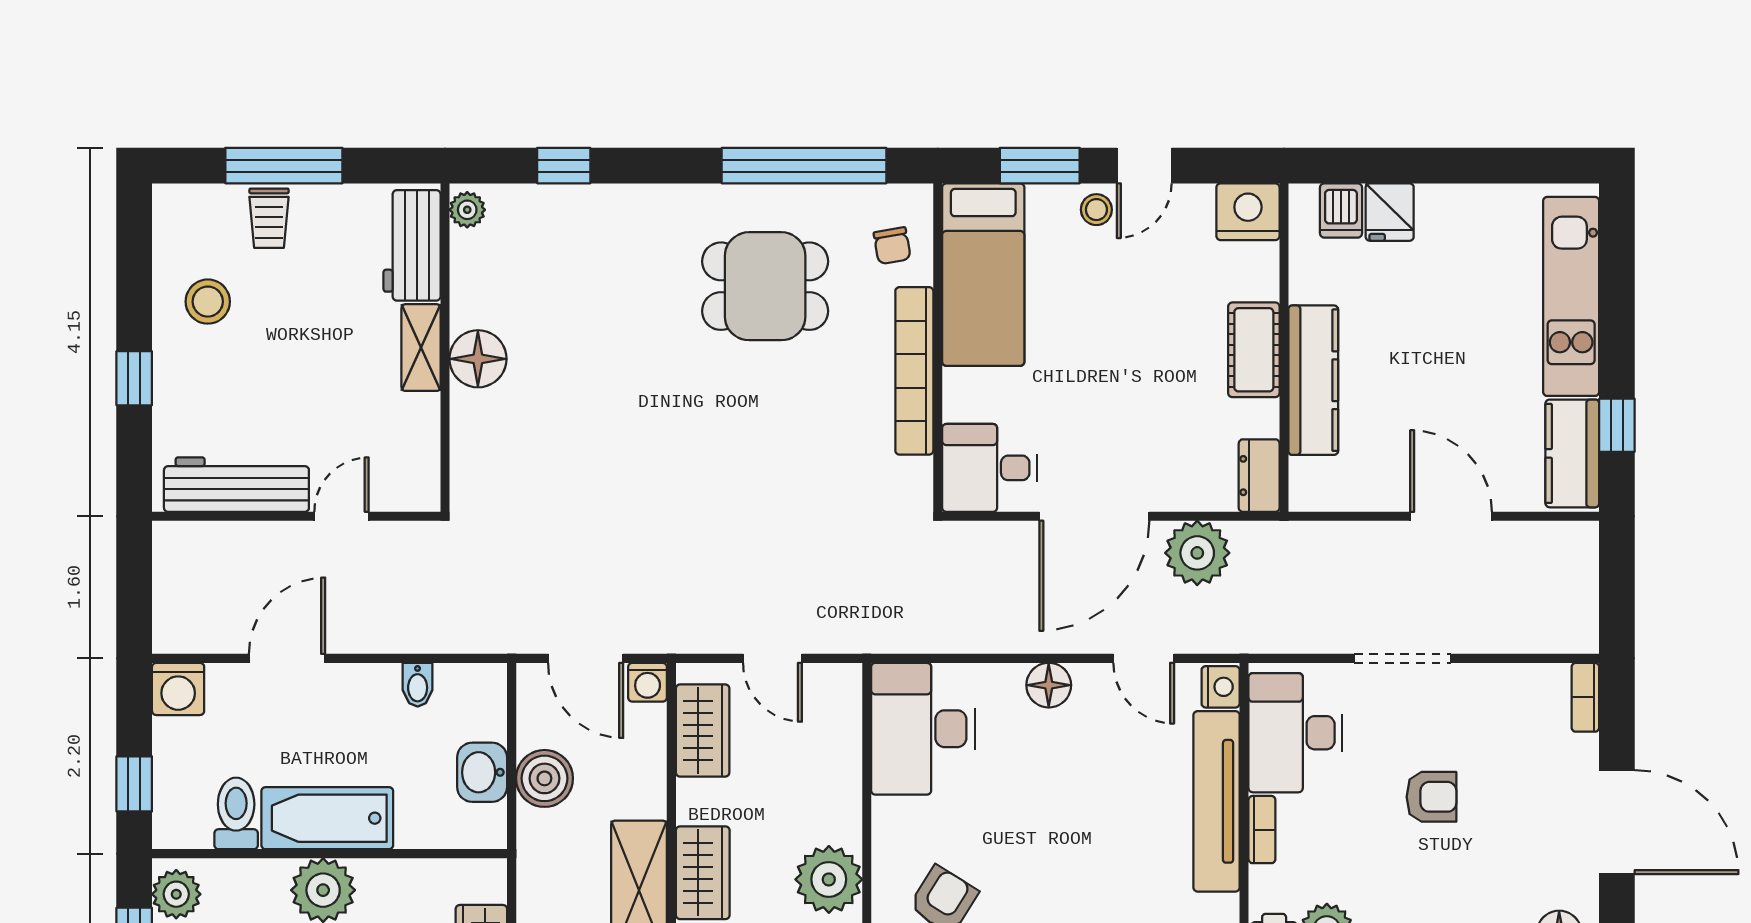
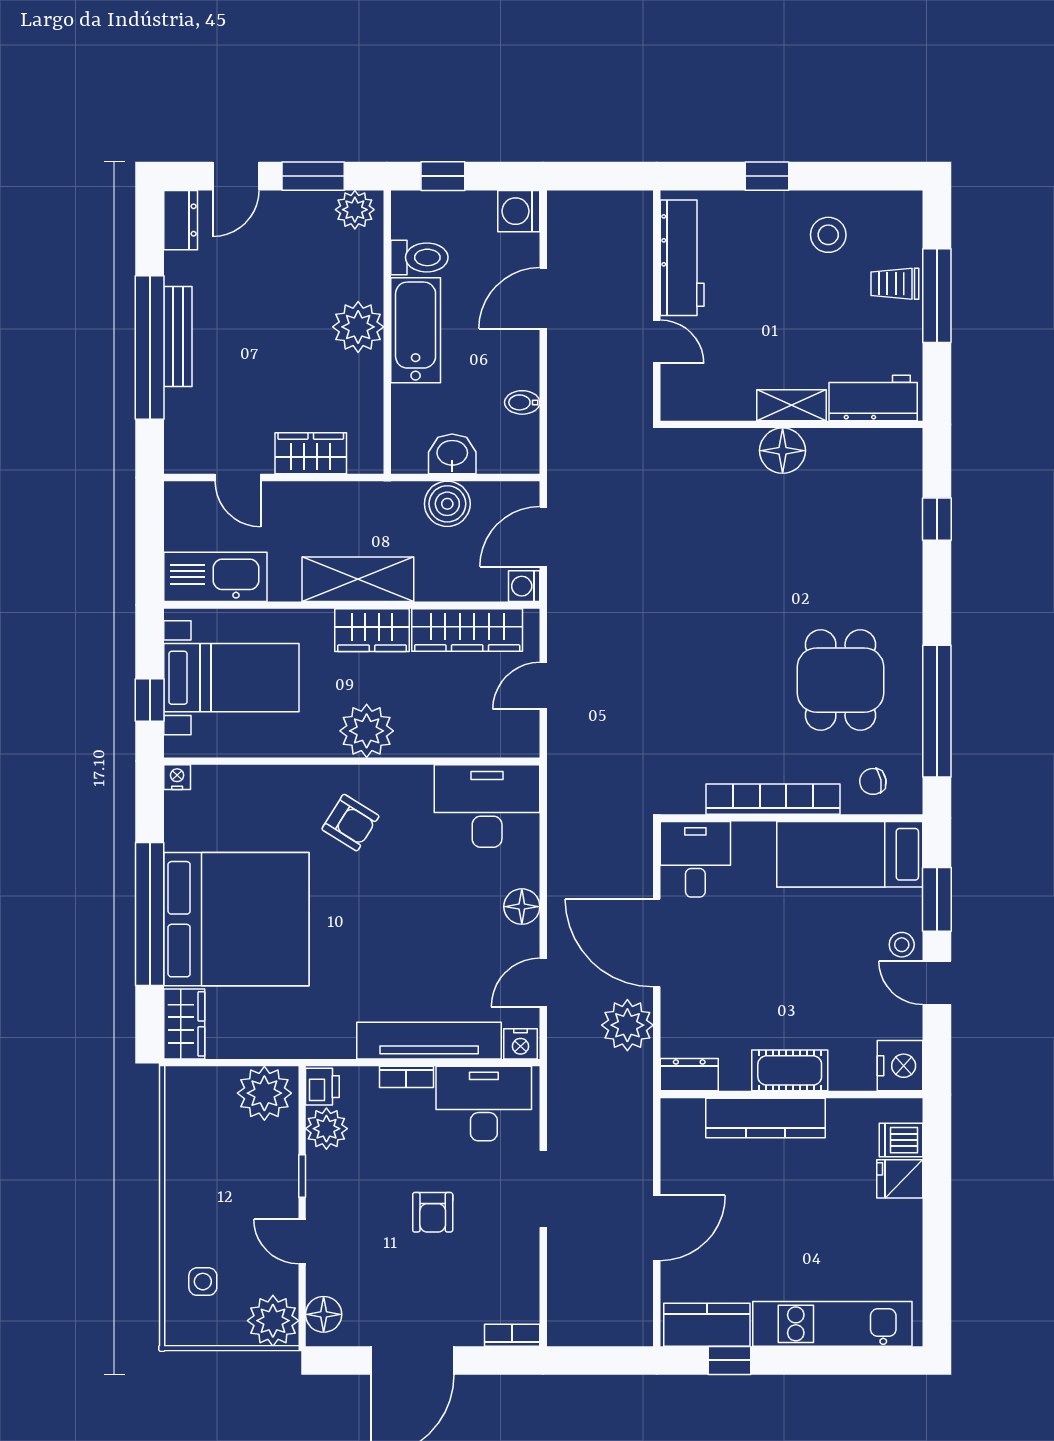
plant: (467, 210) -> (902, 442), removed
door: (287, 658) -> (543, 298), swing flipped
wardrobe: (703, 730) -> (467, 630), width x1.50

